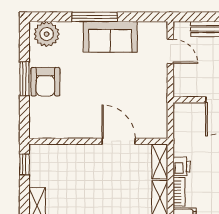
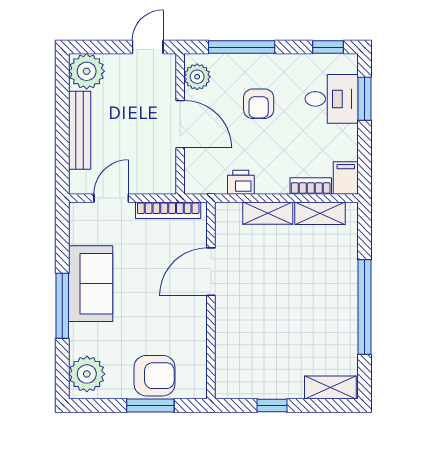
bookcase: (162, 91) -> (168, 210), added
wall: (98, 141) -> (211, 301), moved
door: (119, 141) -> (211, 272), moved
printer: (182, 166) -> (241, 182), moved

